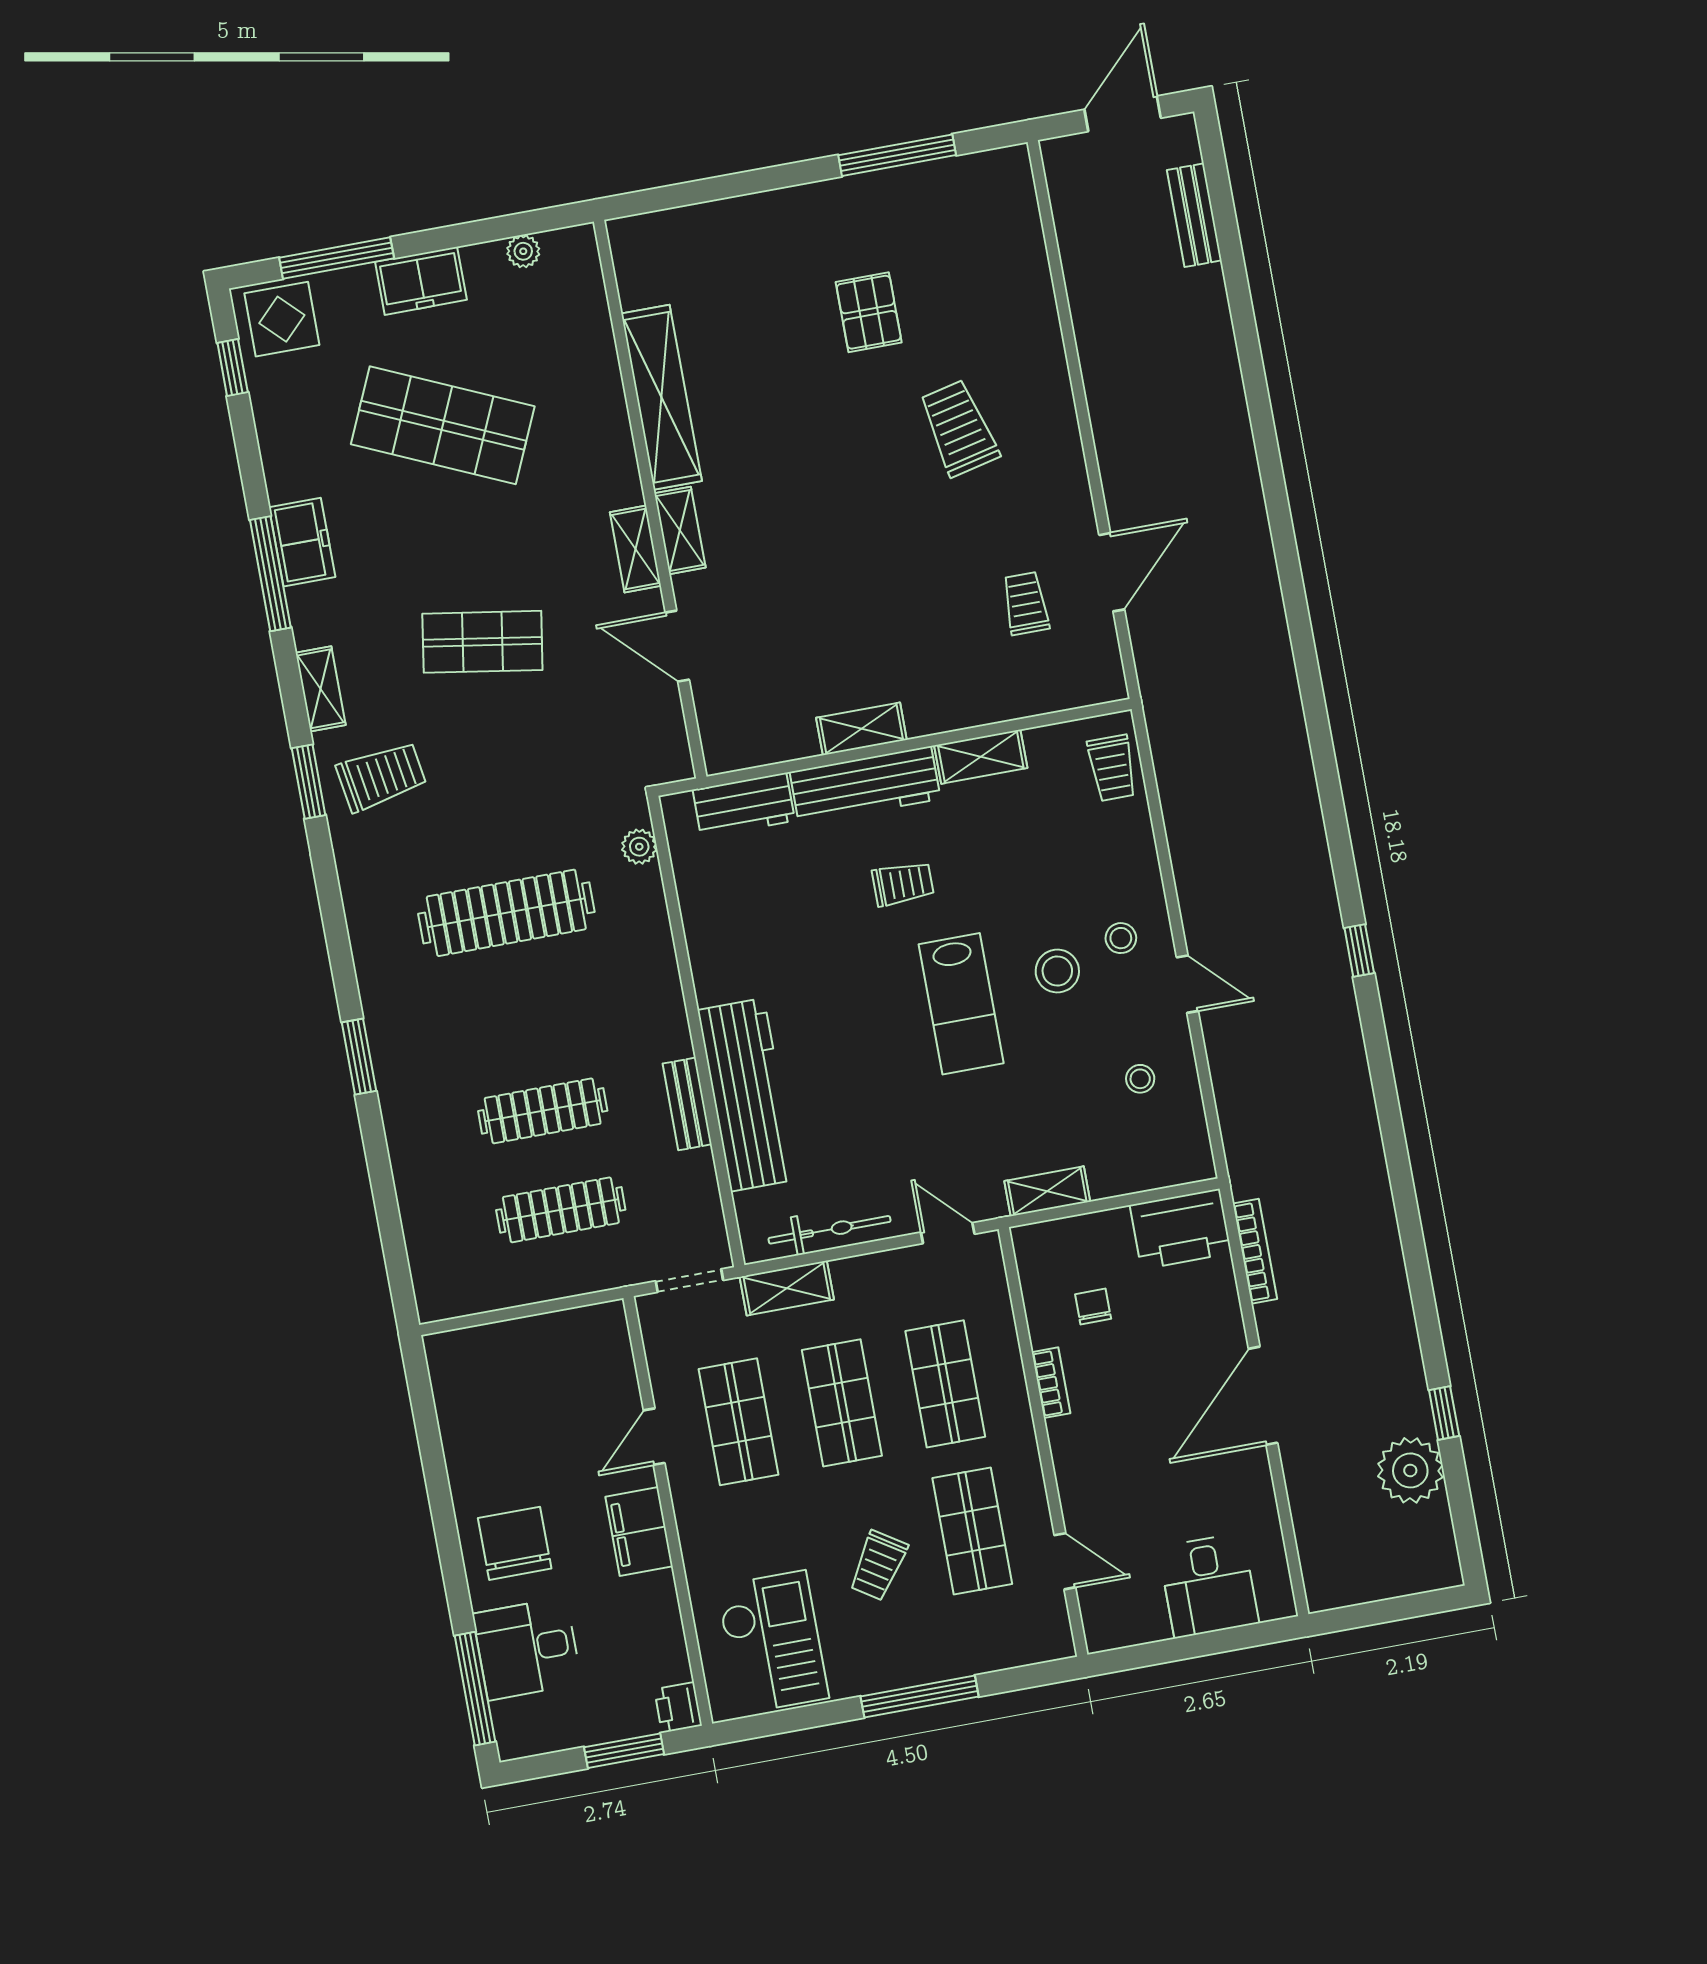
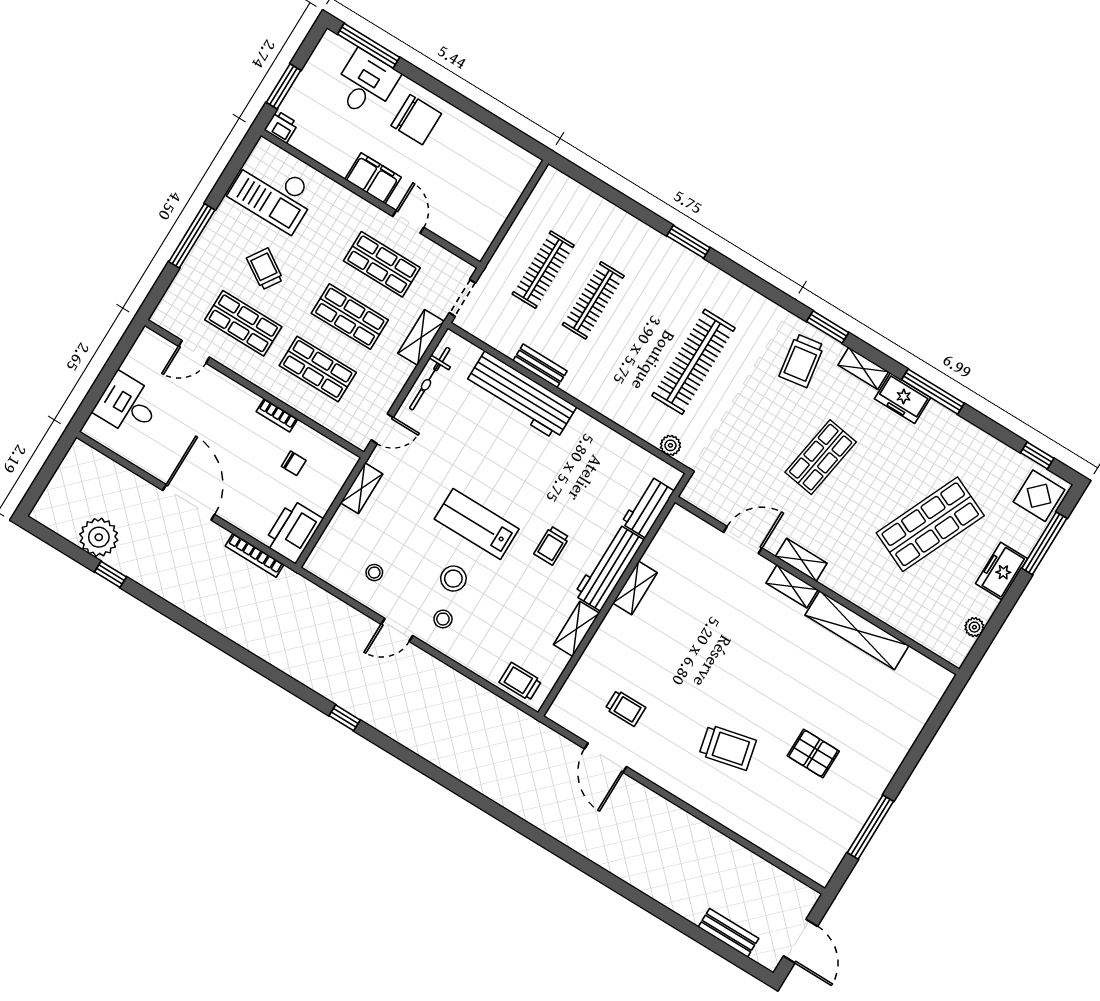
freezer: (302, 542) -> (903, 398), moved

